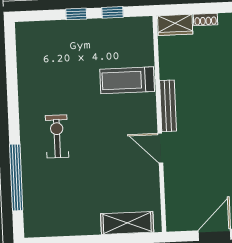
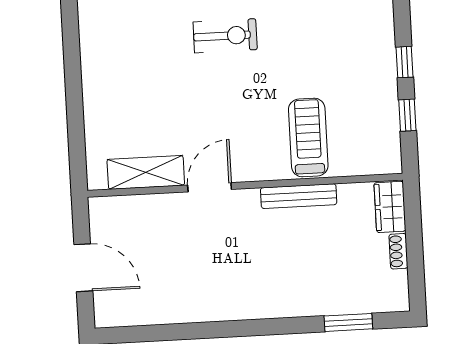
bench: (168, 106) -> (299, 196), moved
shelving: (127, 223) -> (146, 172), moved, turned 90

